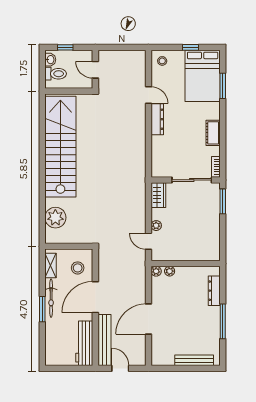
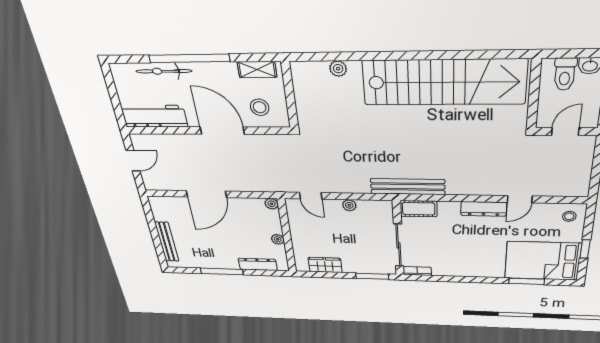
cot: (213, 133) -> (419, 209), moved
wardrobe: (158, 195) -> (325, 265), moved, turned 180
plant: (55, 218) -> (338, 69), width x0.53, depth x0.53
plant: (156, 226) -> (349, 205), moved
door: (148, 241) -> (311, 196), swing flipped
plant: (170, 271) -> (278, 239), moved
bicycle: (51, 298) -> (164, 71), moved
window: (42, 309) -> (189, 58), width x2.11
door: (148, 319) -> (206, 194), swing flipped
bench: (104, 340) -> (408, 187), moved

